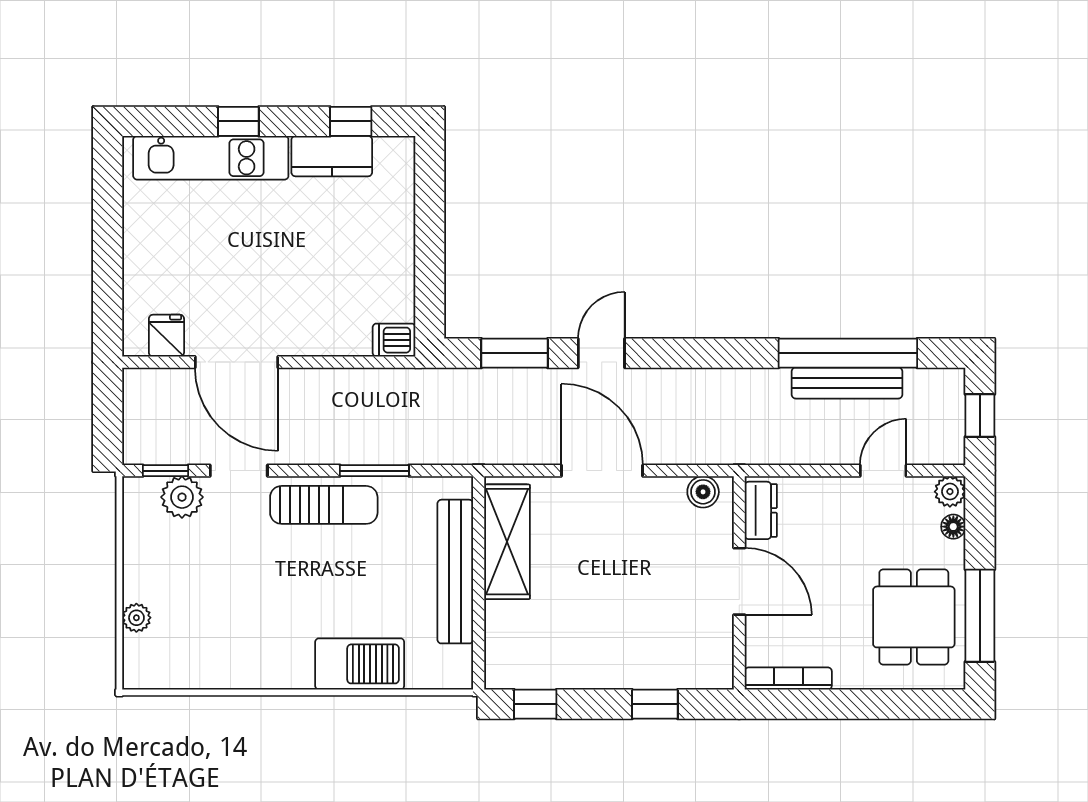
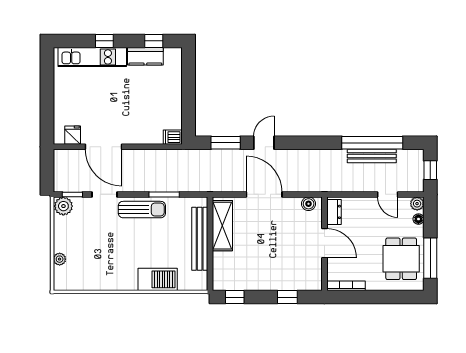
door: (883, 471) -> (388, 194), swing flipped
plant: (182, 497) -> (63, 206), moved

